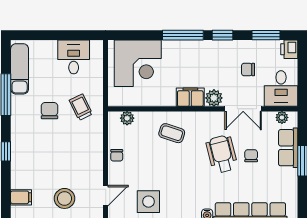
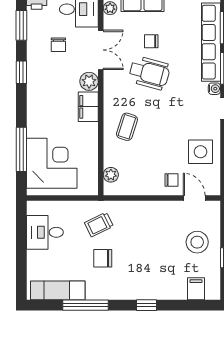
window: (183, 35) -> (21, 149), moved
wheelchair: (222, 154) -> (149, 73), turned -151
chair: (117, 155) -> (171, 180), moved

